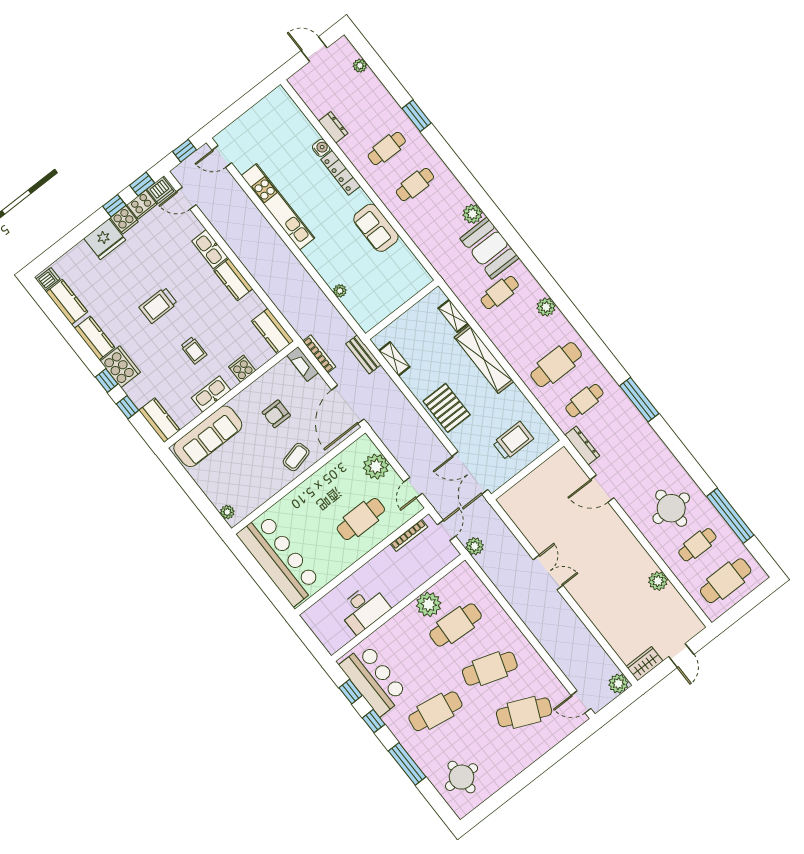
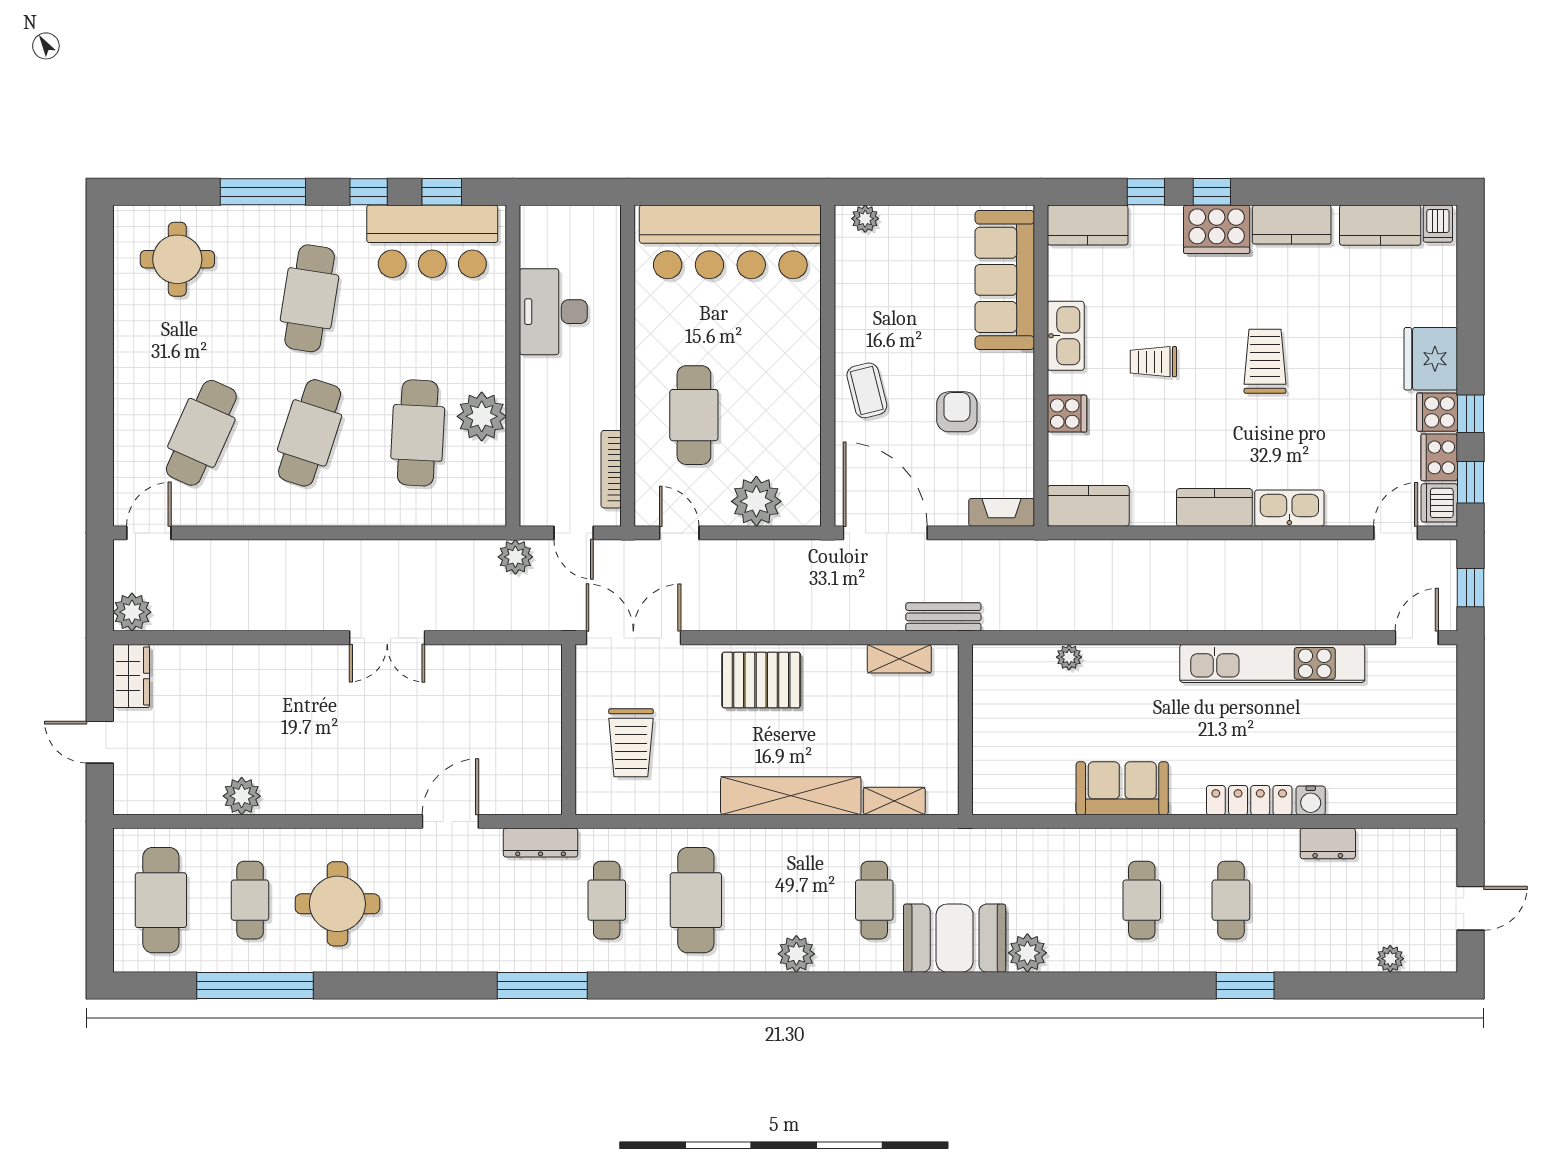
bookcase: (319, 354) -> (997, 550), removed

